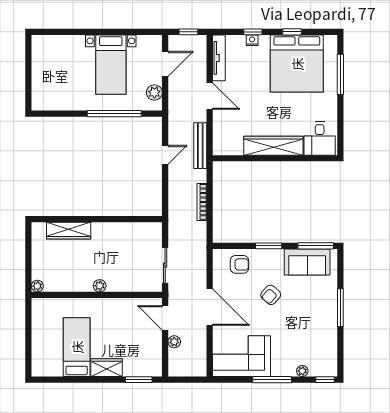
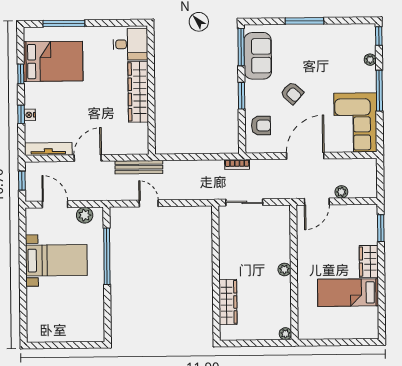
bed: (297, 64) -> (53, 61), width x0.73
bookcase: (202, 202) -> (237, 164), moved, width x0.64
armchair: (239, 264) -> (261, 126), turned 90
sliding door: (165, 265) -> (244, 202), moved

